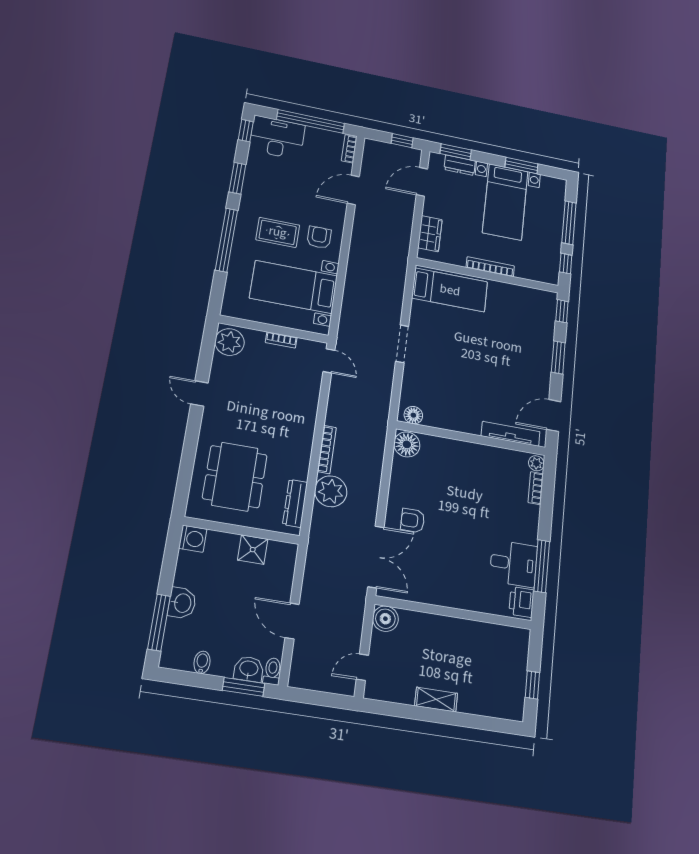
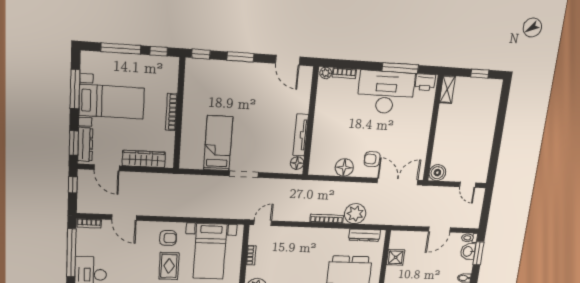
dresser: (460, 165) -> (85, 144), width x1.44
window: (521, 166) -> (75, 89), width x1.44
wardrobe: (430, 234) -> (144, 159), width x1.50
armchair: (319, 237) -> (168, 238), turned 180
bed: (450, 290) -> (218, 143), moved
tv unit: (511, 434) -> (301, 135), moved
floor lamp: (407, 444) -> (344, 167), moved
armchair: (413, 520) -> (372, 159), turned 91
desk: (513, 564) -> (386, 92), width x1.87, depth x1.30
shelving: (436, 700) -> (447, 89), moved

